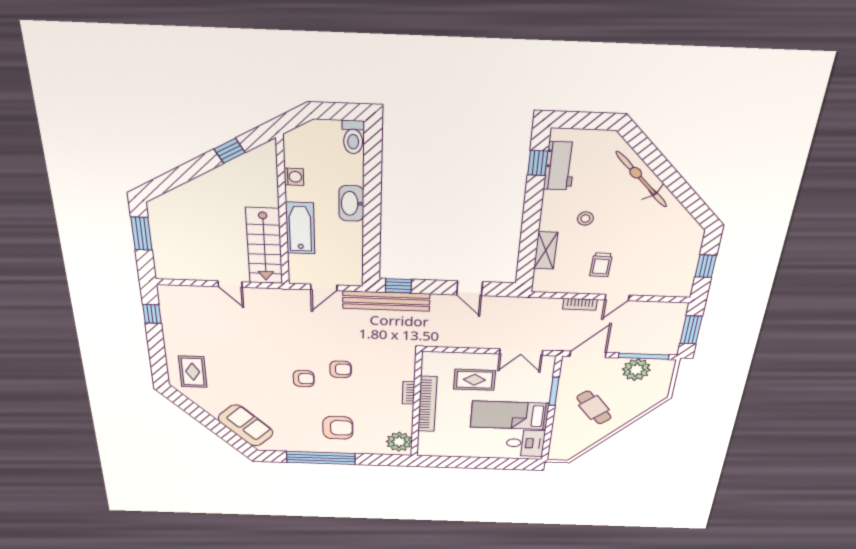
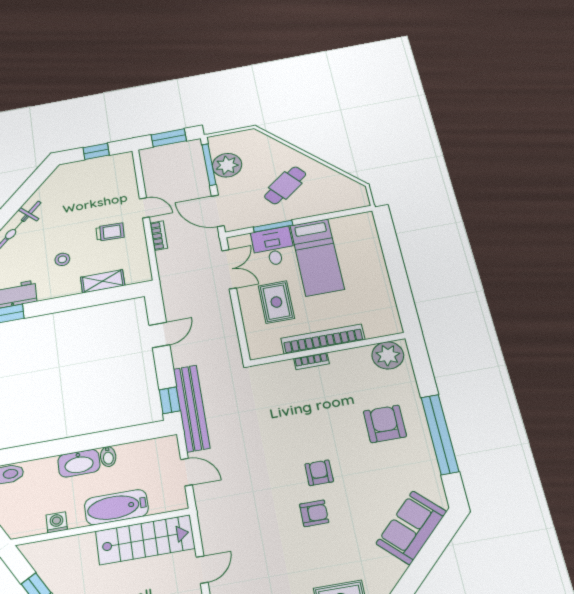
bidet: (353, 229) -> (108, 457), added
armchair: (341, 369) -> (314, 513), moved, turned 90
desk: (525, 443) -> (273, 247), moved

